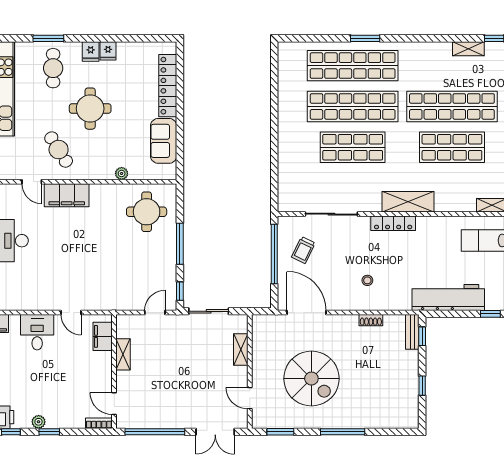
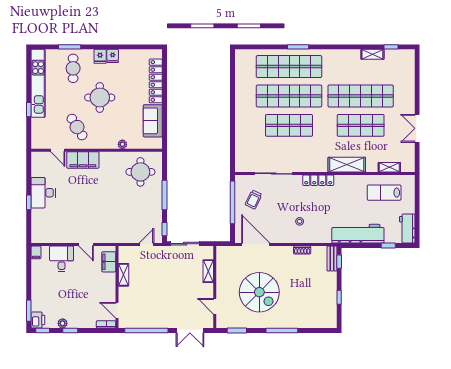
shelving: (408, 202) -> (347, 165), moved

